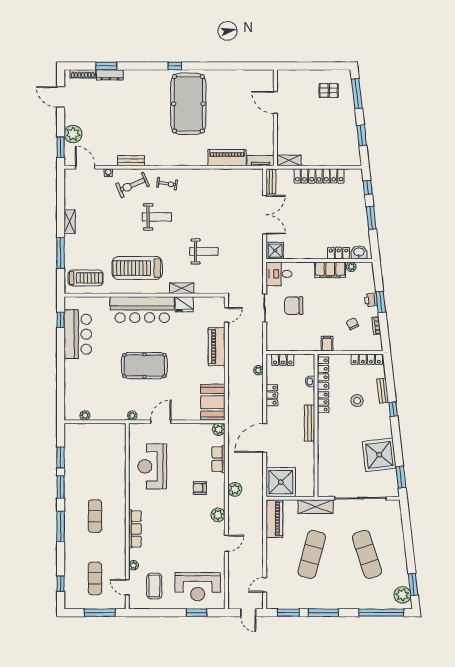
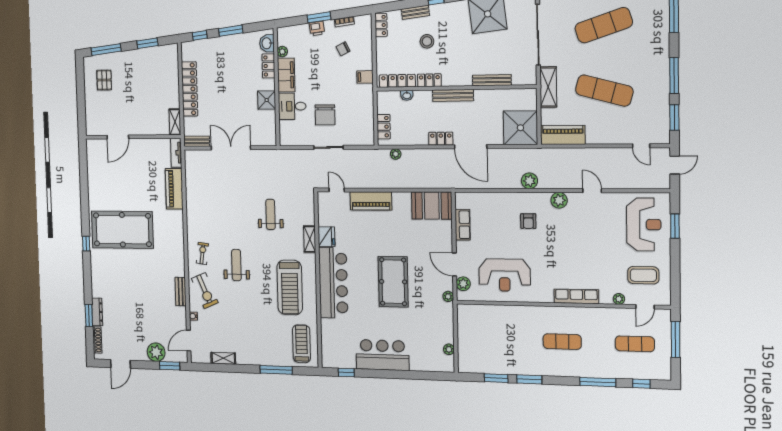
shelving: (70, 222) -> (223, 358), moved
shower: (275, 251) -> (267, 100), moved
desk: (279, 274) -> (292, 106), moved, turned 90
bar counter: (78, 334) -> (382, 355), moved
locker: (367, 359) -> (381, 25), width x0.66
locker: (272, 395) -> (441, 139), moved
plant: (219, 429) -> (463, 284), moved
bench: (322, 458) -> (492, 80), added
row of seats: (218, 459) -> (463, 225), moved, turned -90
window: (61, 526) -> (598, 382), moved

